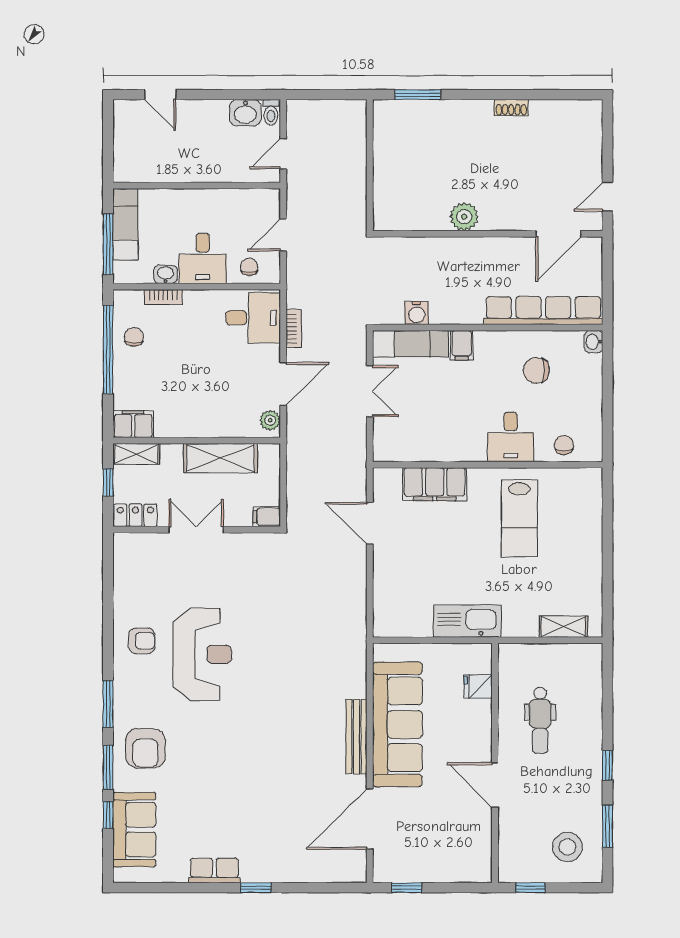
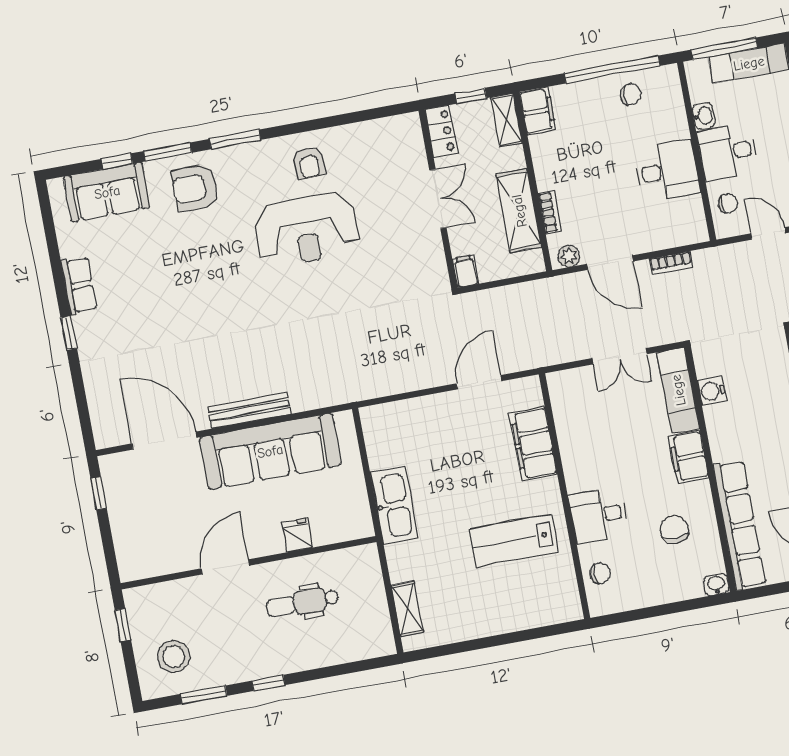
bookcase: (163, 297) -> (550, 212), moved, turned 180
desk: (253, 318) -> (667, 171), moved, turned -90
filing cabinet: (462, 345) -> (689, 457), width x2.00
fridge: (478, 686) -> (297, 535), moved

